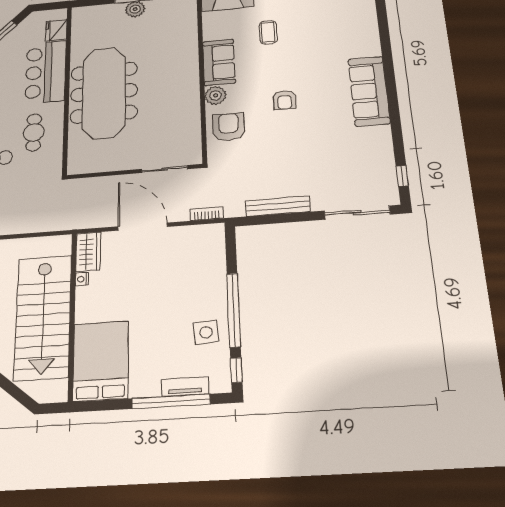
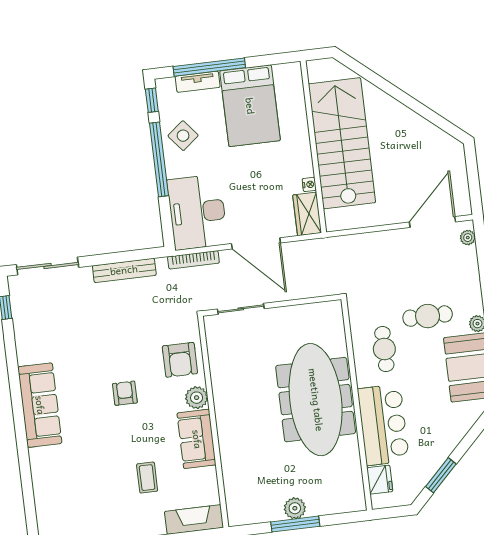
bookcase: (207, 214) -> (193, 260), width x1.56
desk: (198, 258) -> (197, 212), added
side table: (206, 332) -> (183, 136), turned -34
bed: (101, 361) -> (250, 106), moved

